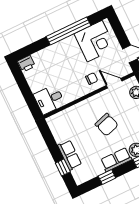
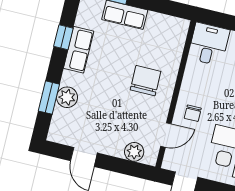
chair: (107, 125) -> (146, 81), moved, turned 108
row of seats: (116, 160) -> (79, 50), moved

